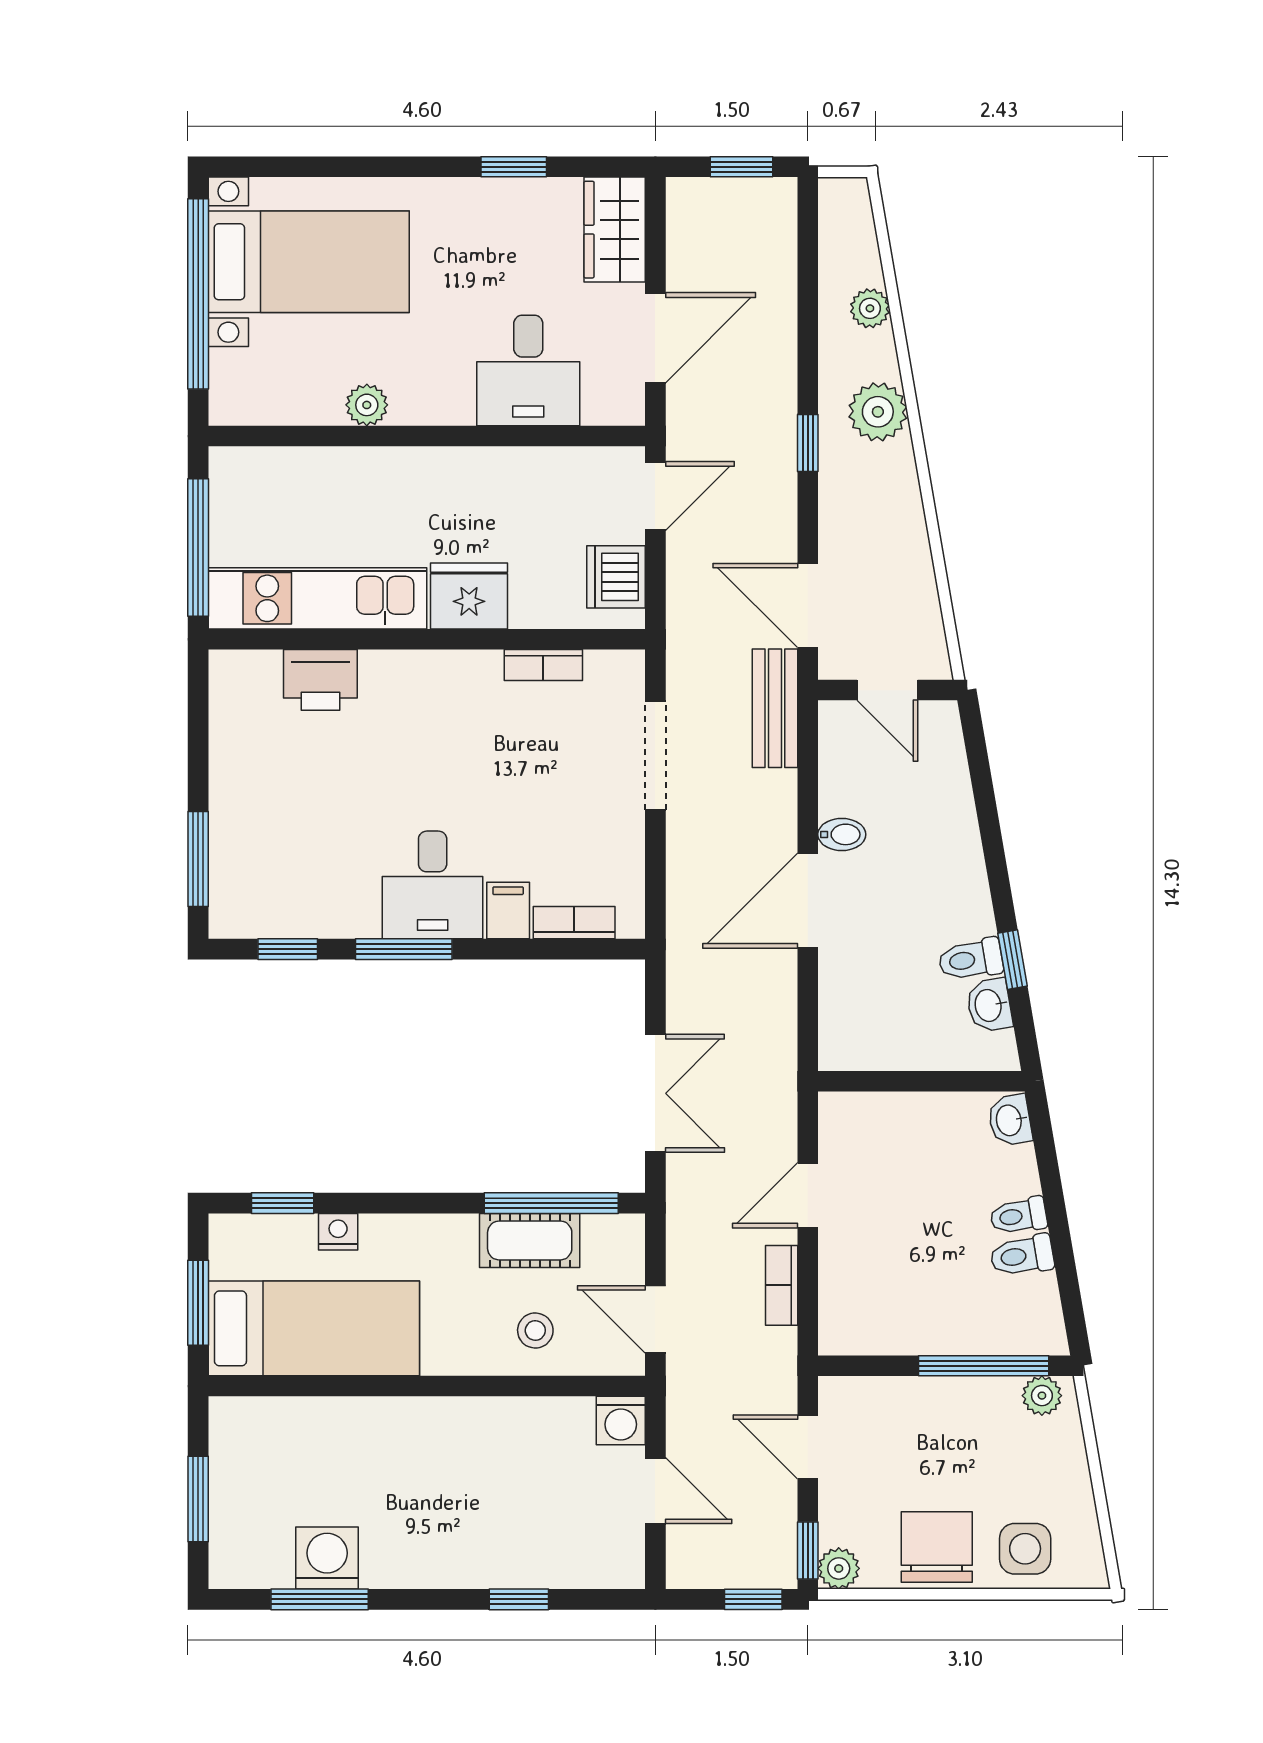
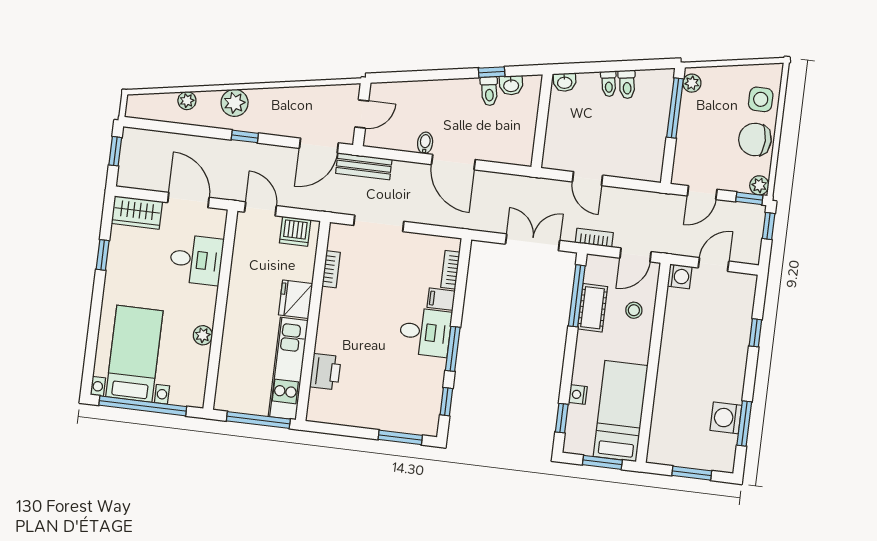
bookcase: (782, 1285) -> (594, 238), moved, turned 180

